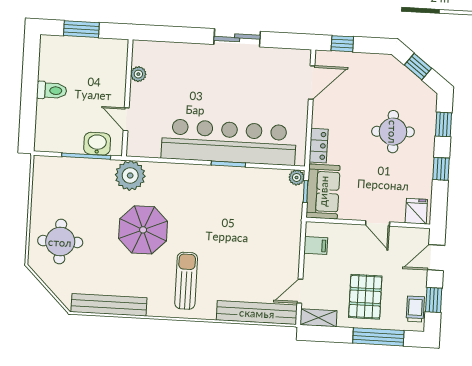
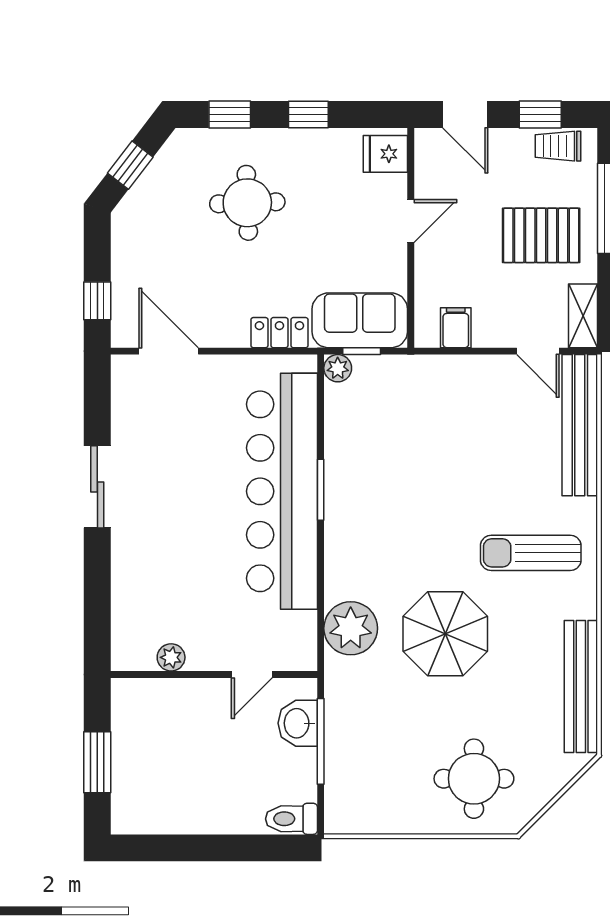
toilet: (52, 90) -> (291, 819), moved, turned -90
plant: (130, 176) -> (351, 628), moved

